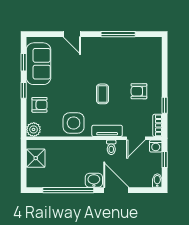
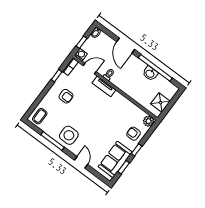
coffee table: (102, 94) -> (40, 116), moved
side table: (74, 123) -> (69, 135), moved
washbasin: (94, 180) -> (150, 73), moved

